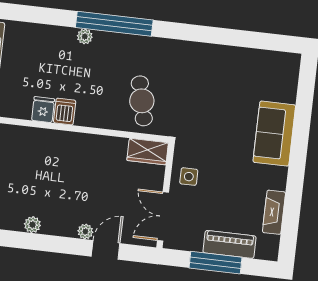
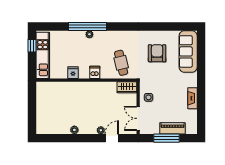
window: (114, 24) -> (87, 26), moved
armchair: (216, 90) -> (157, 53), added
dishwasher: (65, 112) -> (95, 72), moved
sofa: (274, 134) -> (188, 51), moved, width x1.36
fireplace: (274, 212) -> (192, 98), moved

